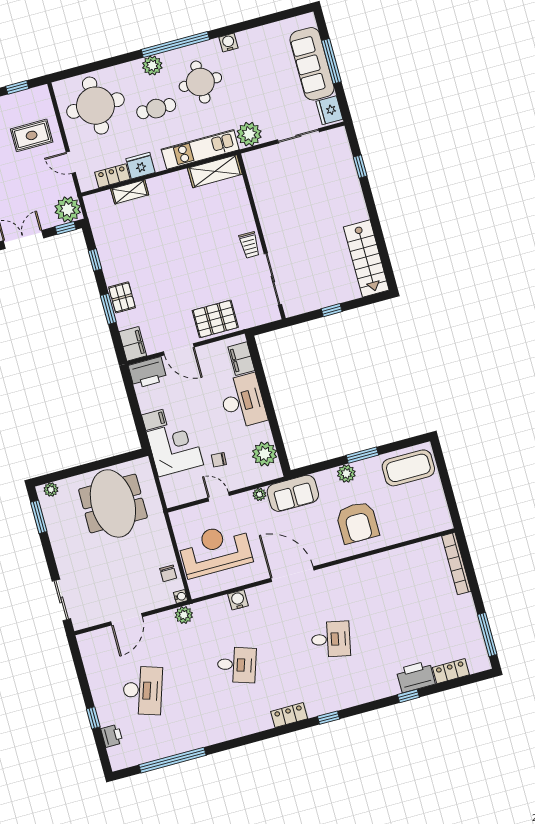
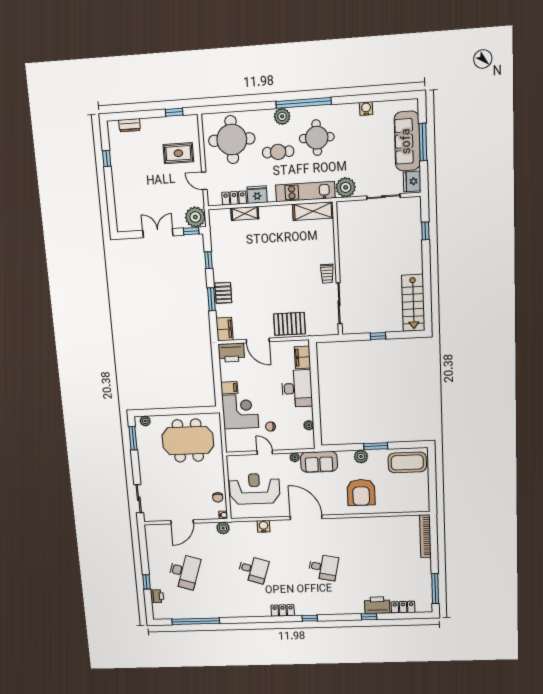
water cooler: (228, 43) -> (366, 109), moved
plant: (265, 454) -> (309, 425), width x0.53, depth x0.53
meeting table: (113, 503) -> (188, 441), turned 90

